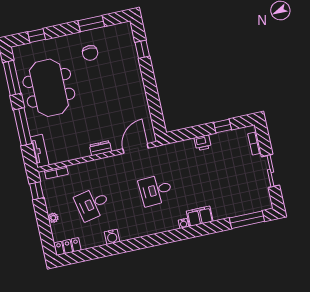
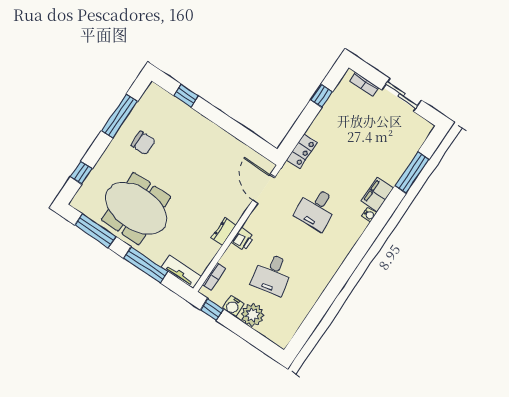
window: (91, 24) -> (119, 116), width x1.44
printer: (203, 143) -> (242, 240), moved
dresser: (100, 148) -> (224, 231), moved
plant: (53, 218) -> (252, 315), width x1.87, depth x1.87
window: (247, 220) -> (412, 173), moved
water cooler: (112, 237) -> (233, 306), moved, turned 90
locker: (68, 246) -> (302, 151), moved, turned 180

